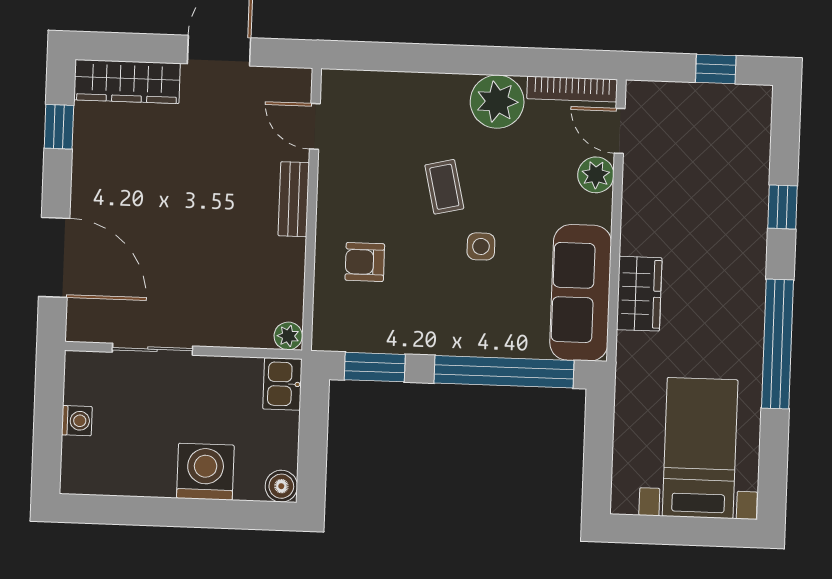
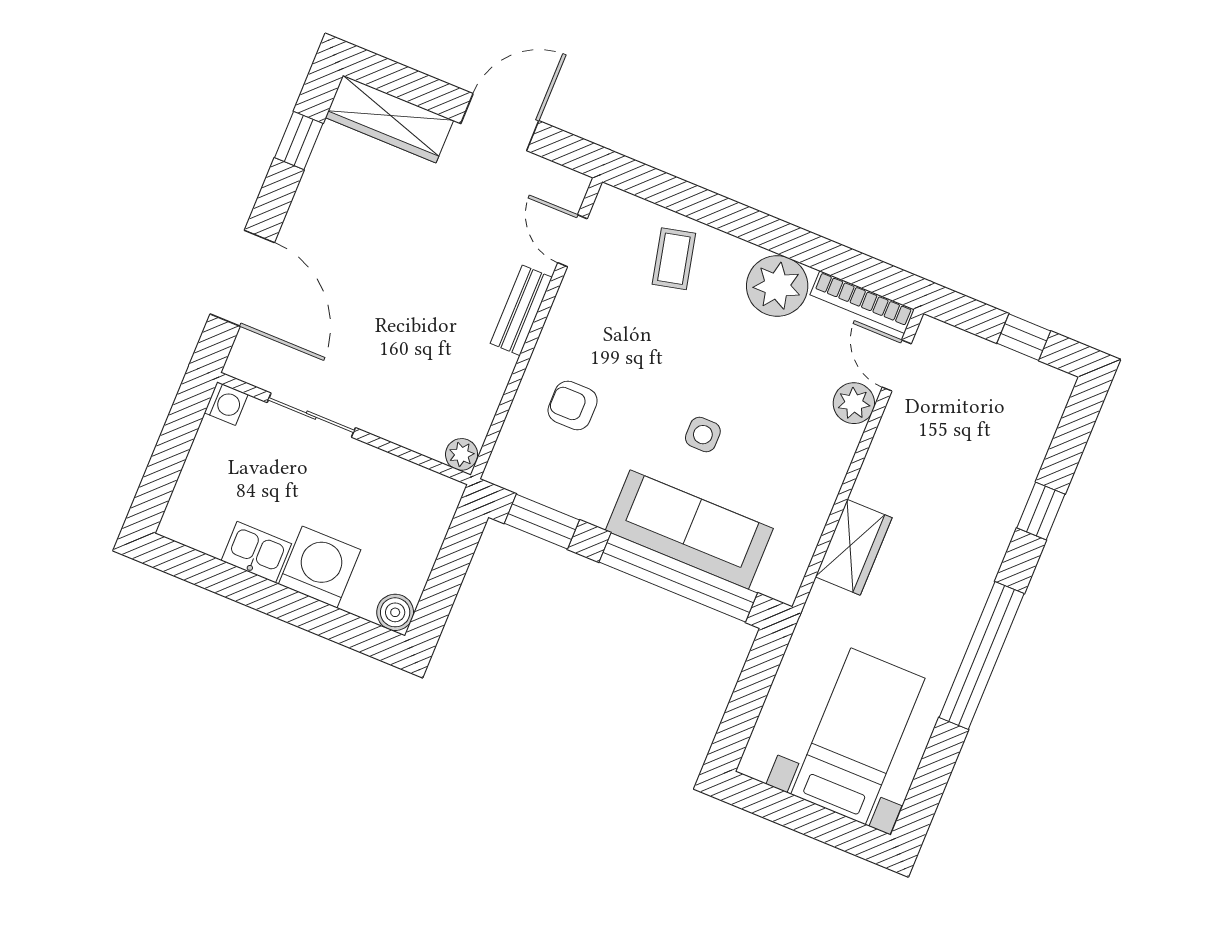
coffee table: (444, 187) -> (674, 259), moved
sofa: (581, 293) -> (689, 529), moved, turned 90
kitchen sink: (282, 384) -> (256, 552), moved, turned 90
washing machine: (77, 421) -> (226, 404), moved

